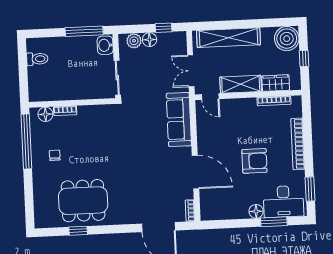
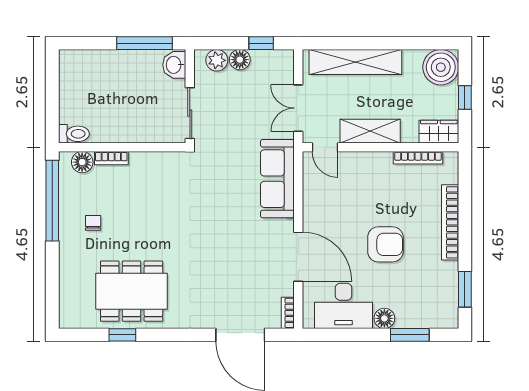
toilet: (37, 59) -> (74, 134), moved
wardrobe: (276, 83) -> (439, 132), moved
desk: (283, 202) -> (344, 306), moved

